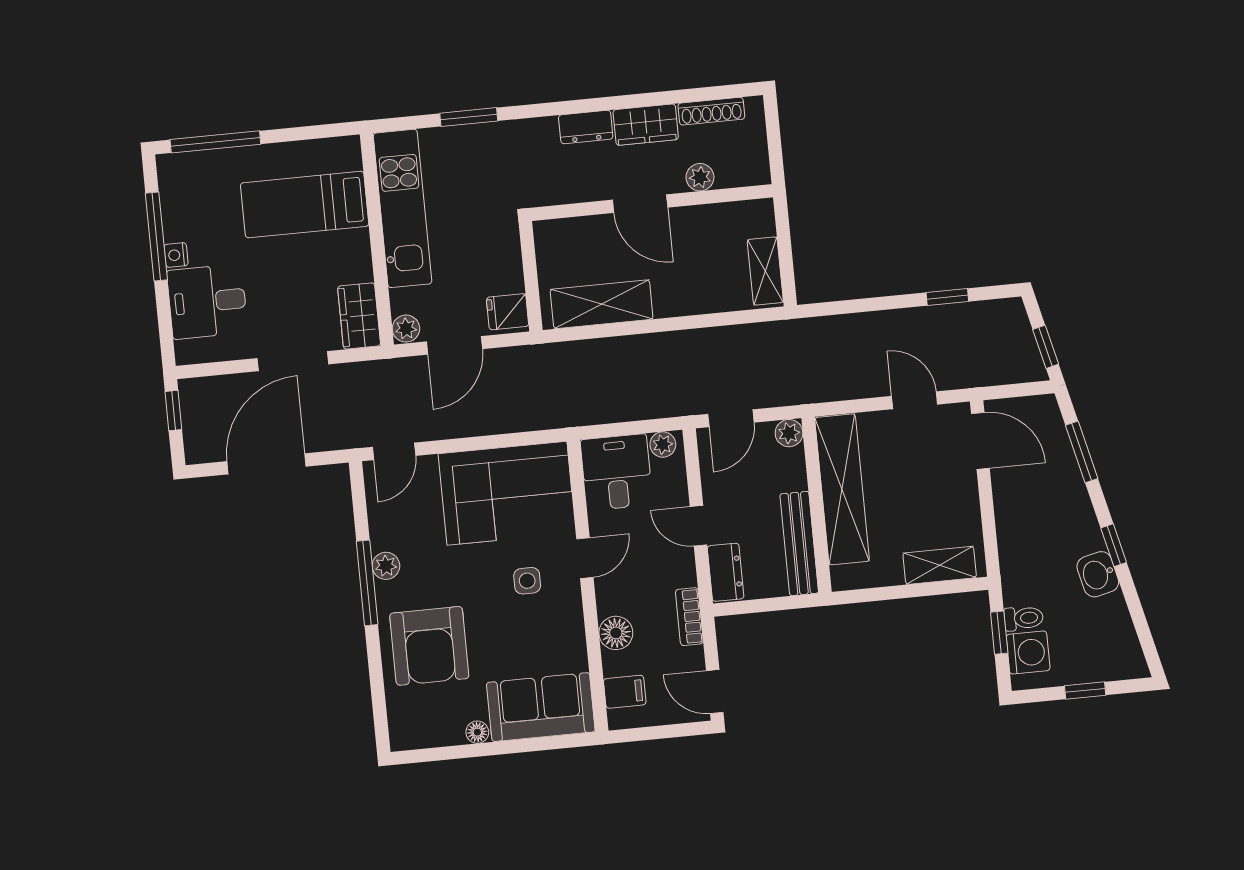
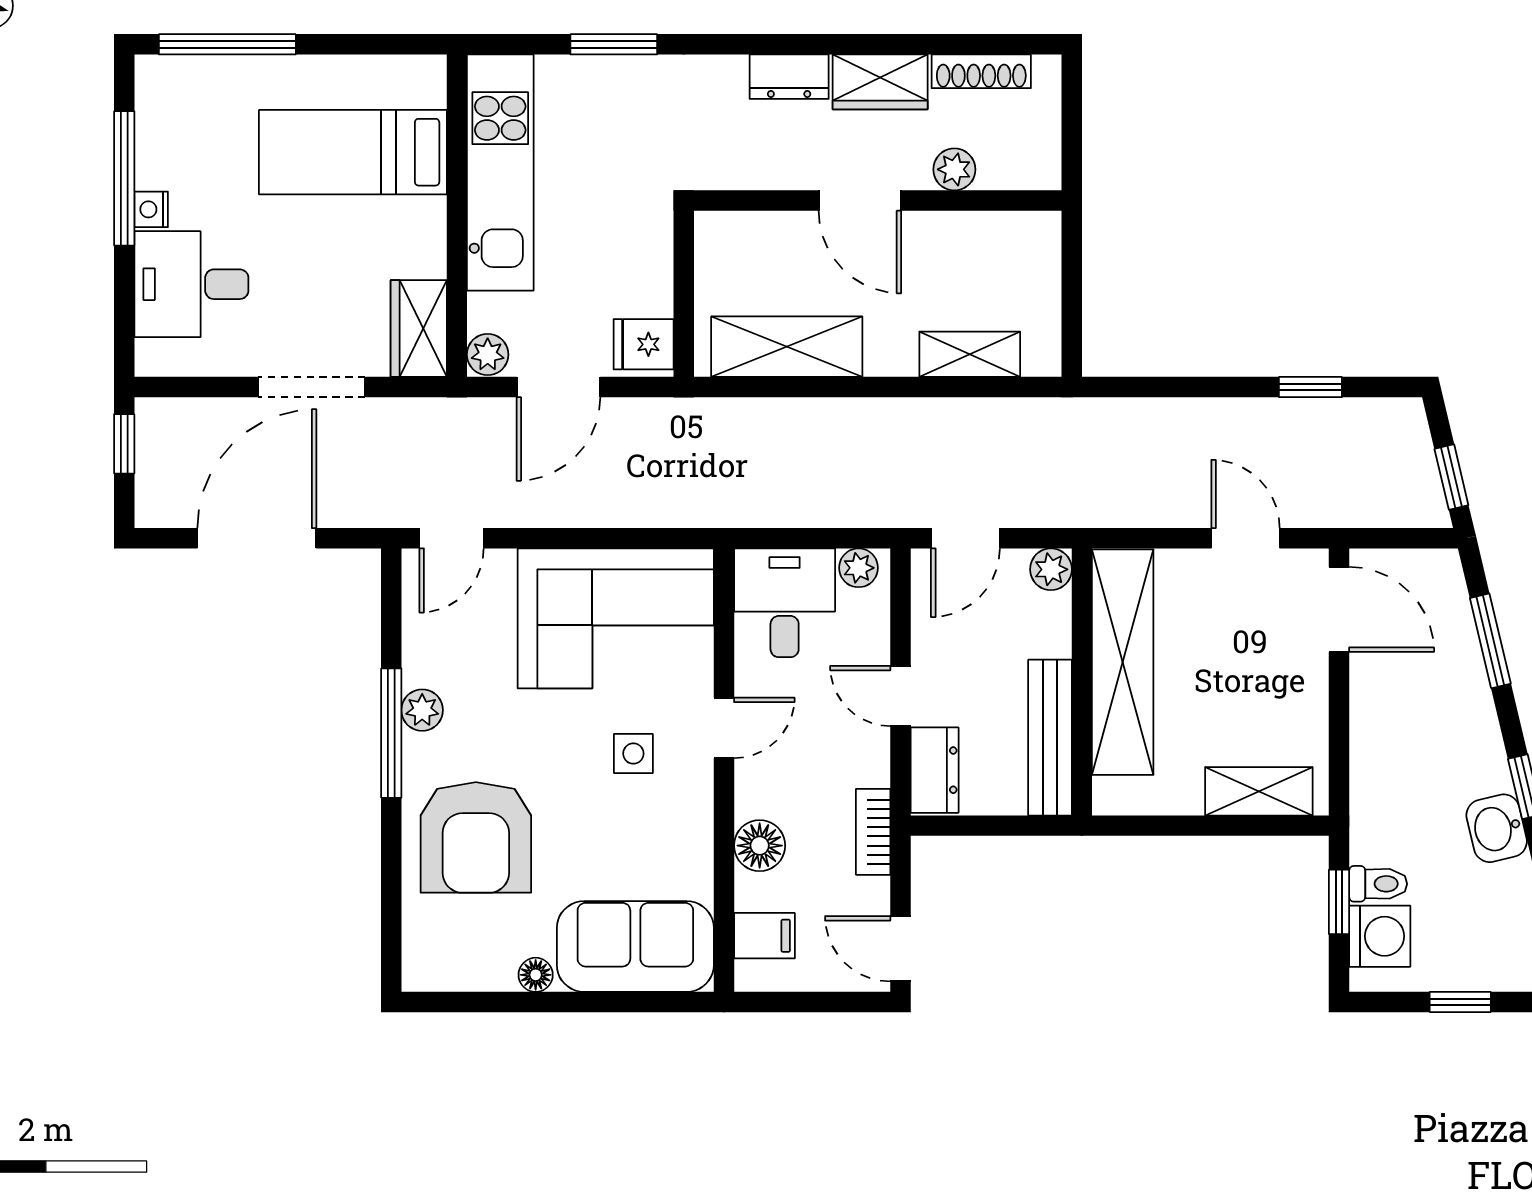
shelving: (765, 271) -> (970, 354), moved, turned 90

